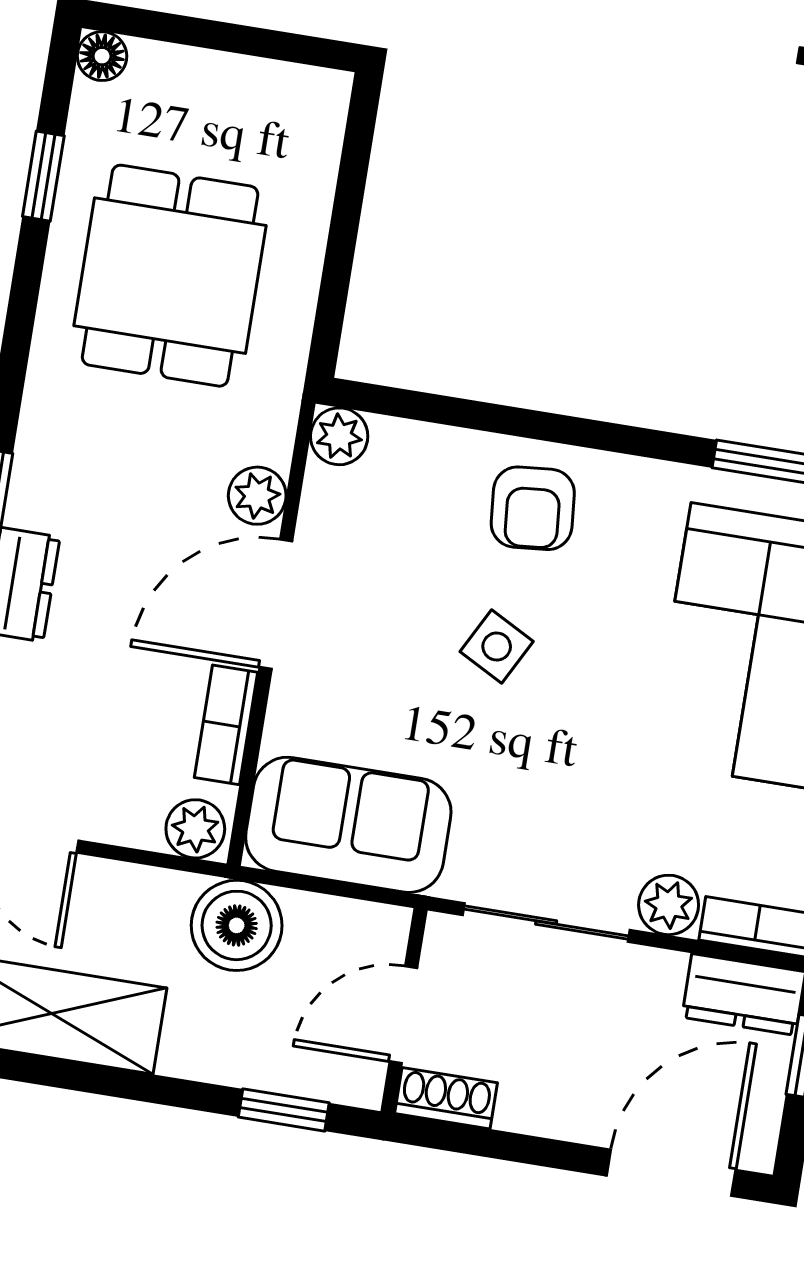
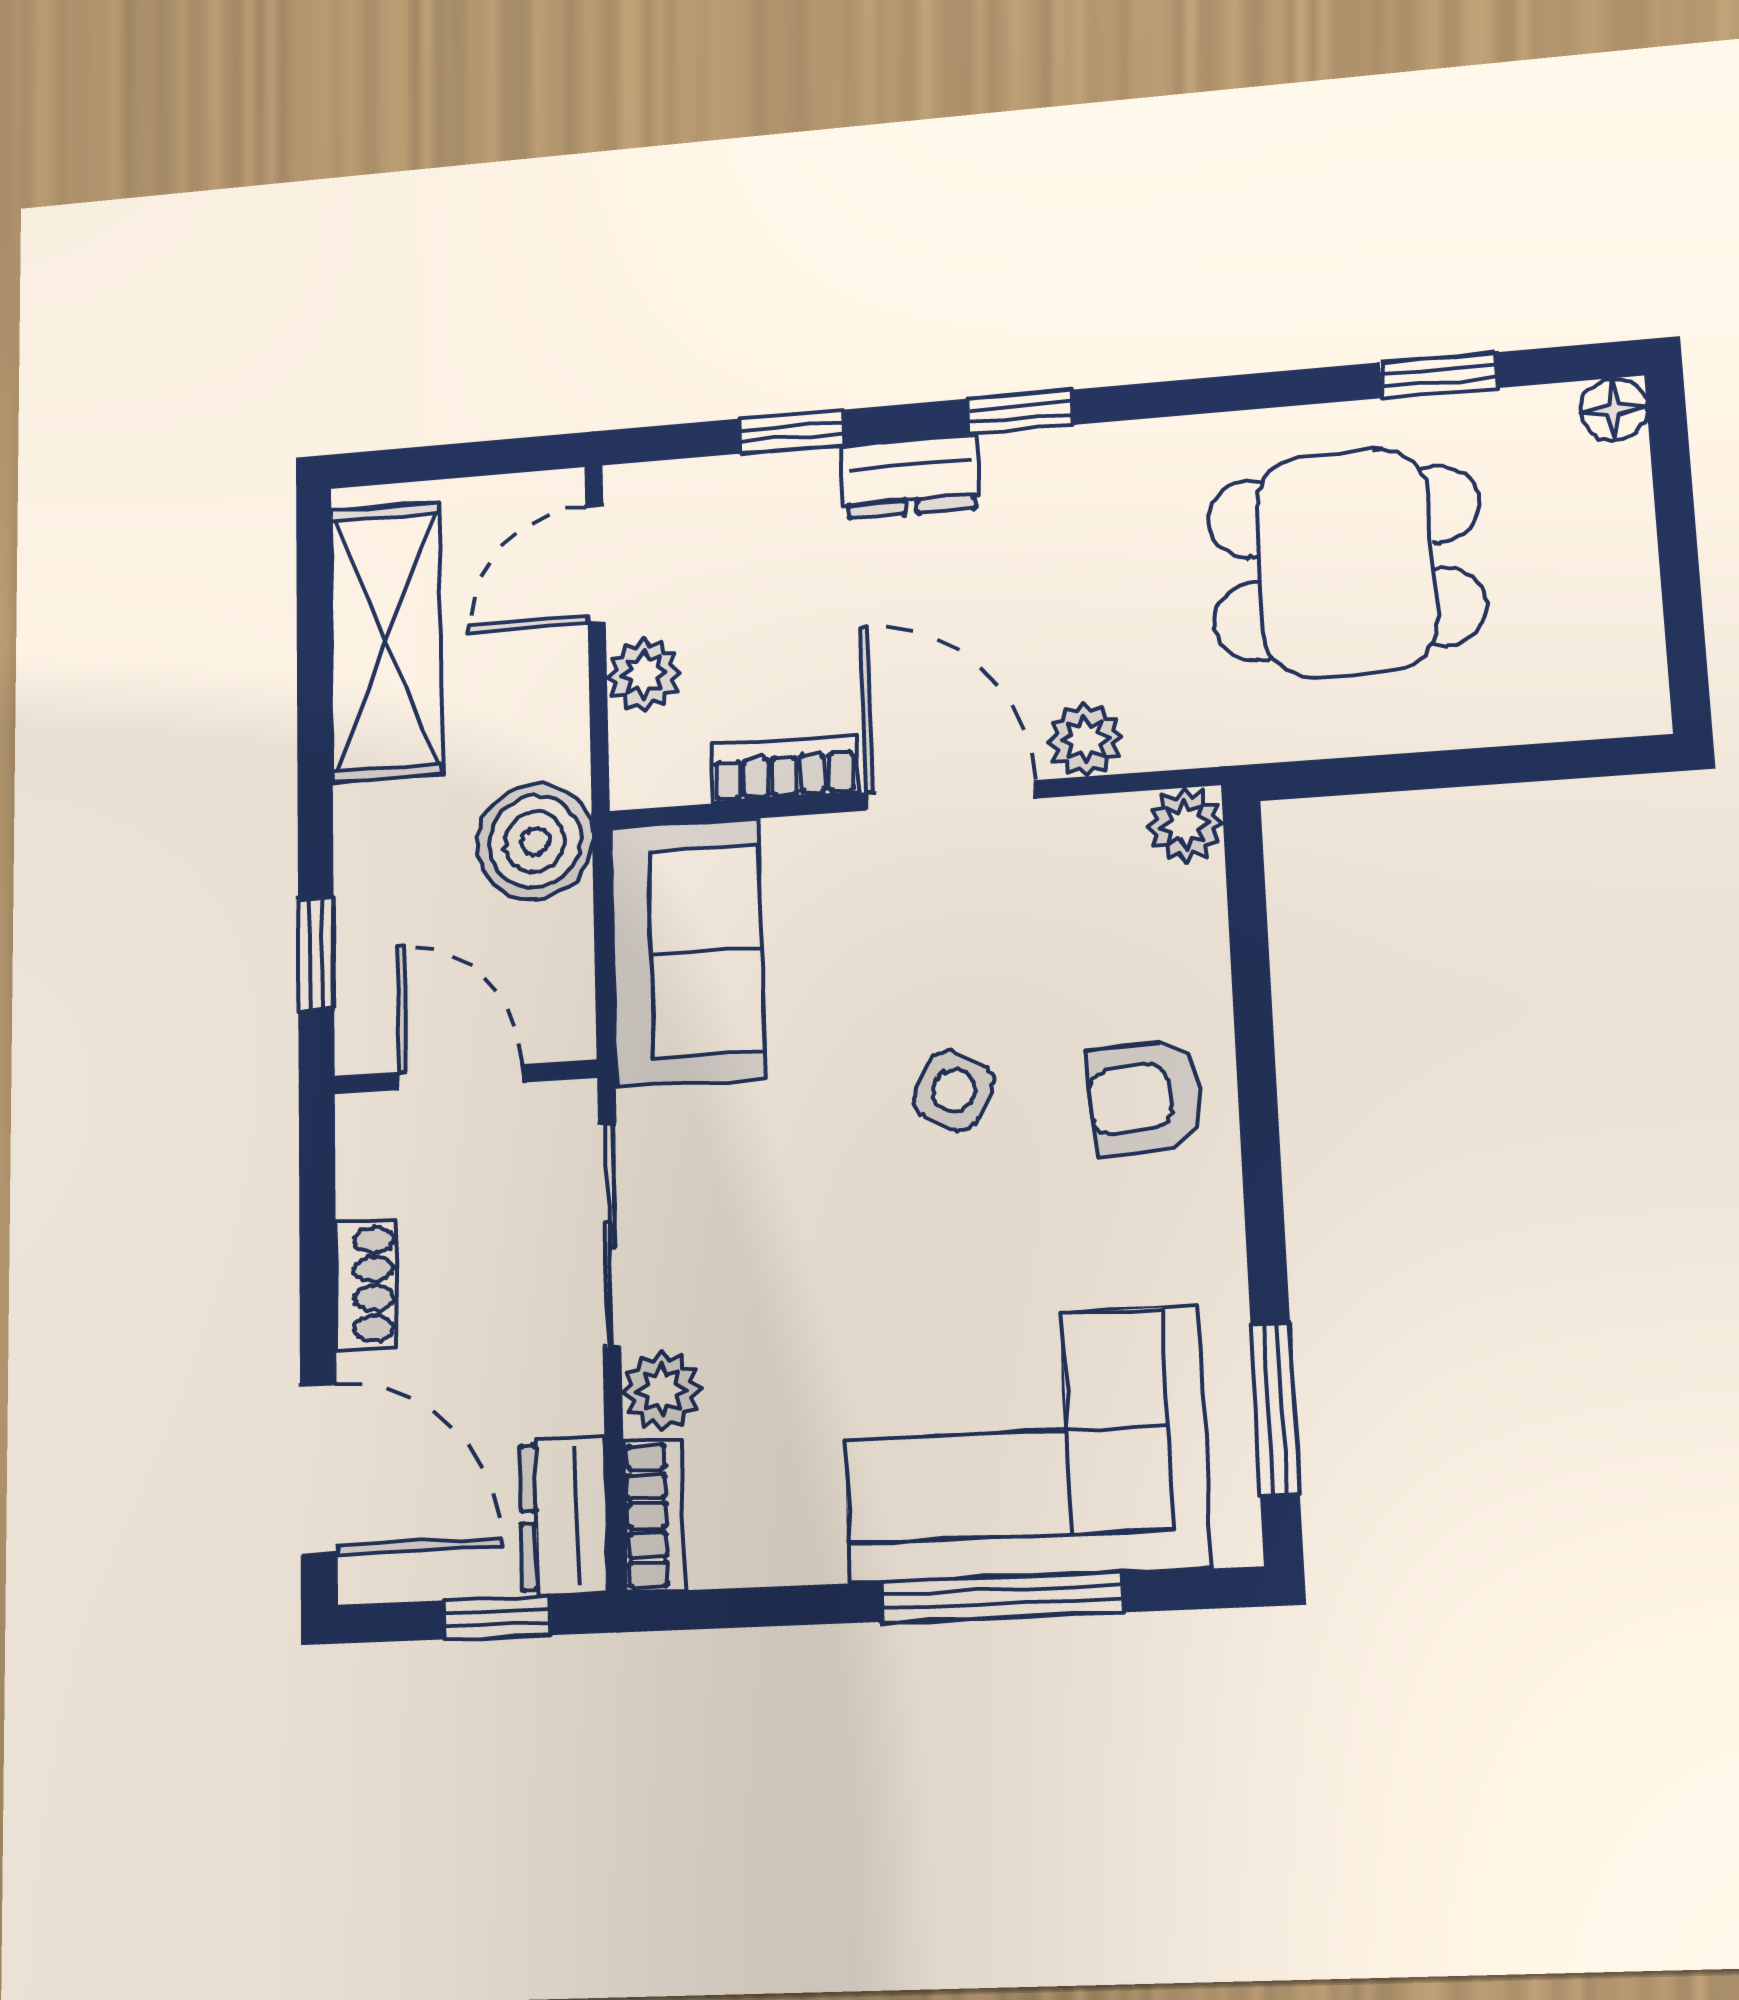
plant: (195, 829) -> (644, 674), moved
shoe rack: (446, 1098) -> (366, 1284), moved

